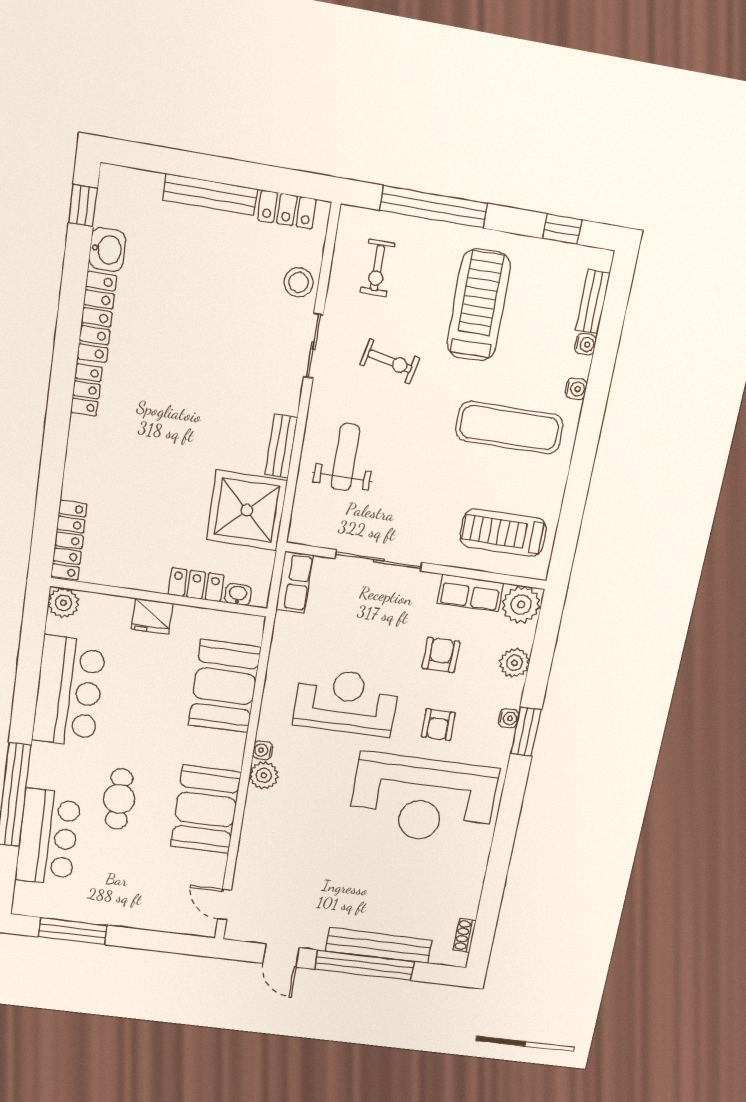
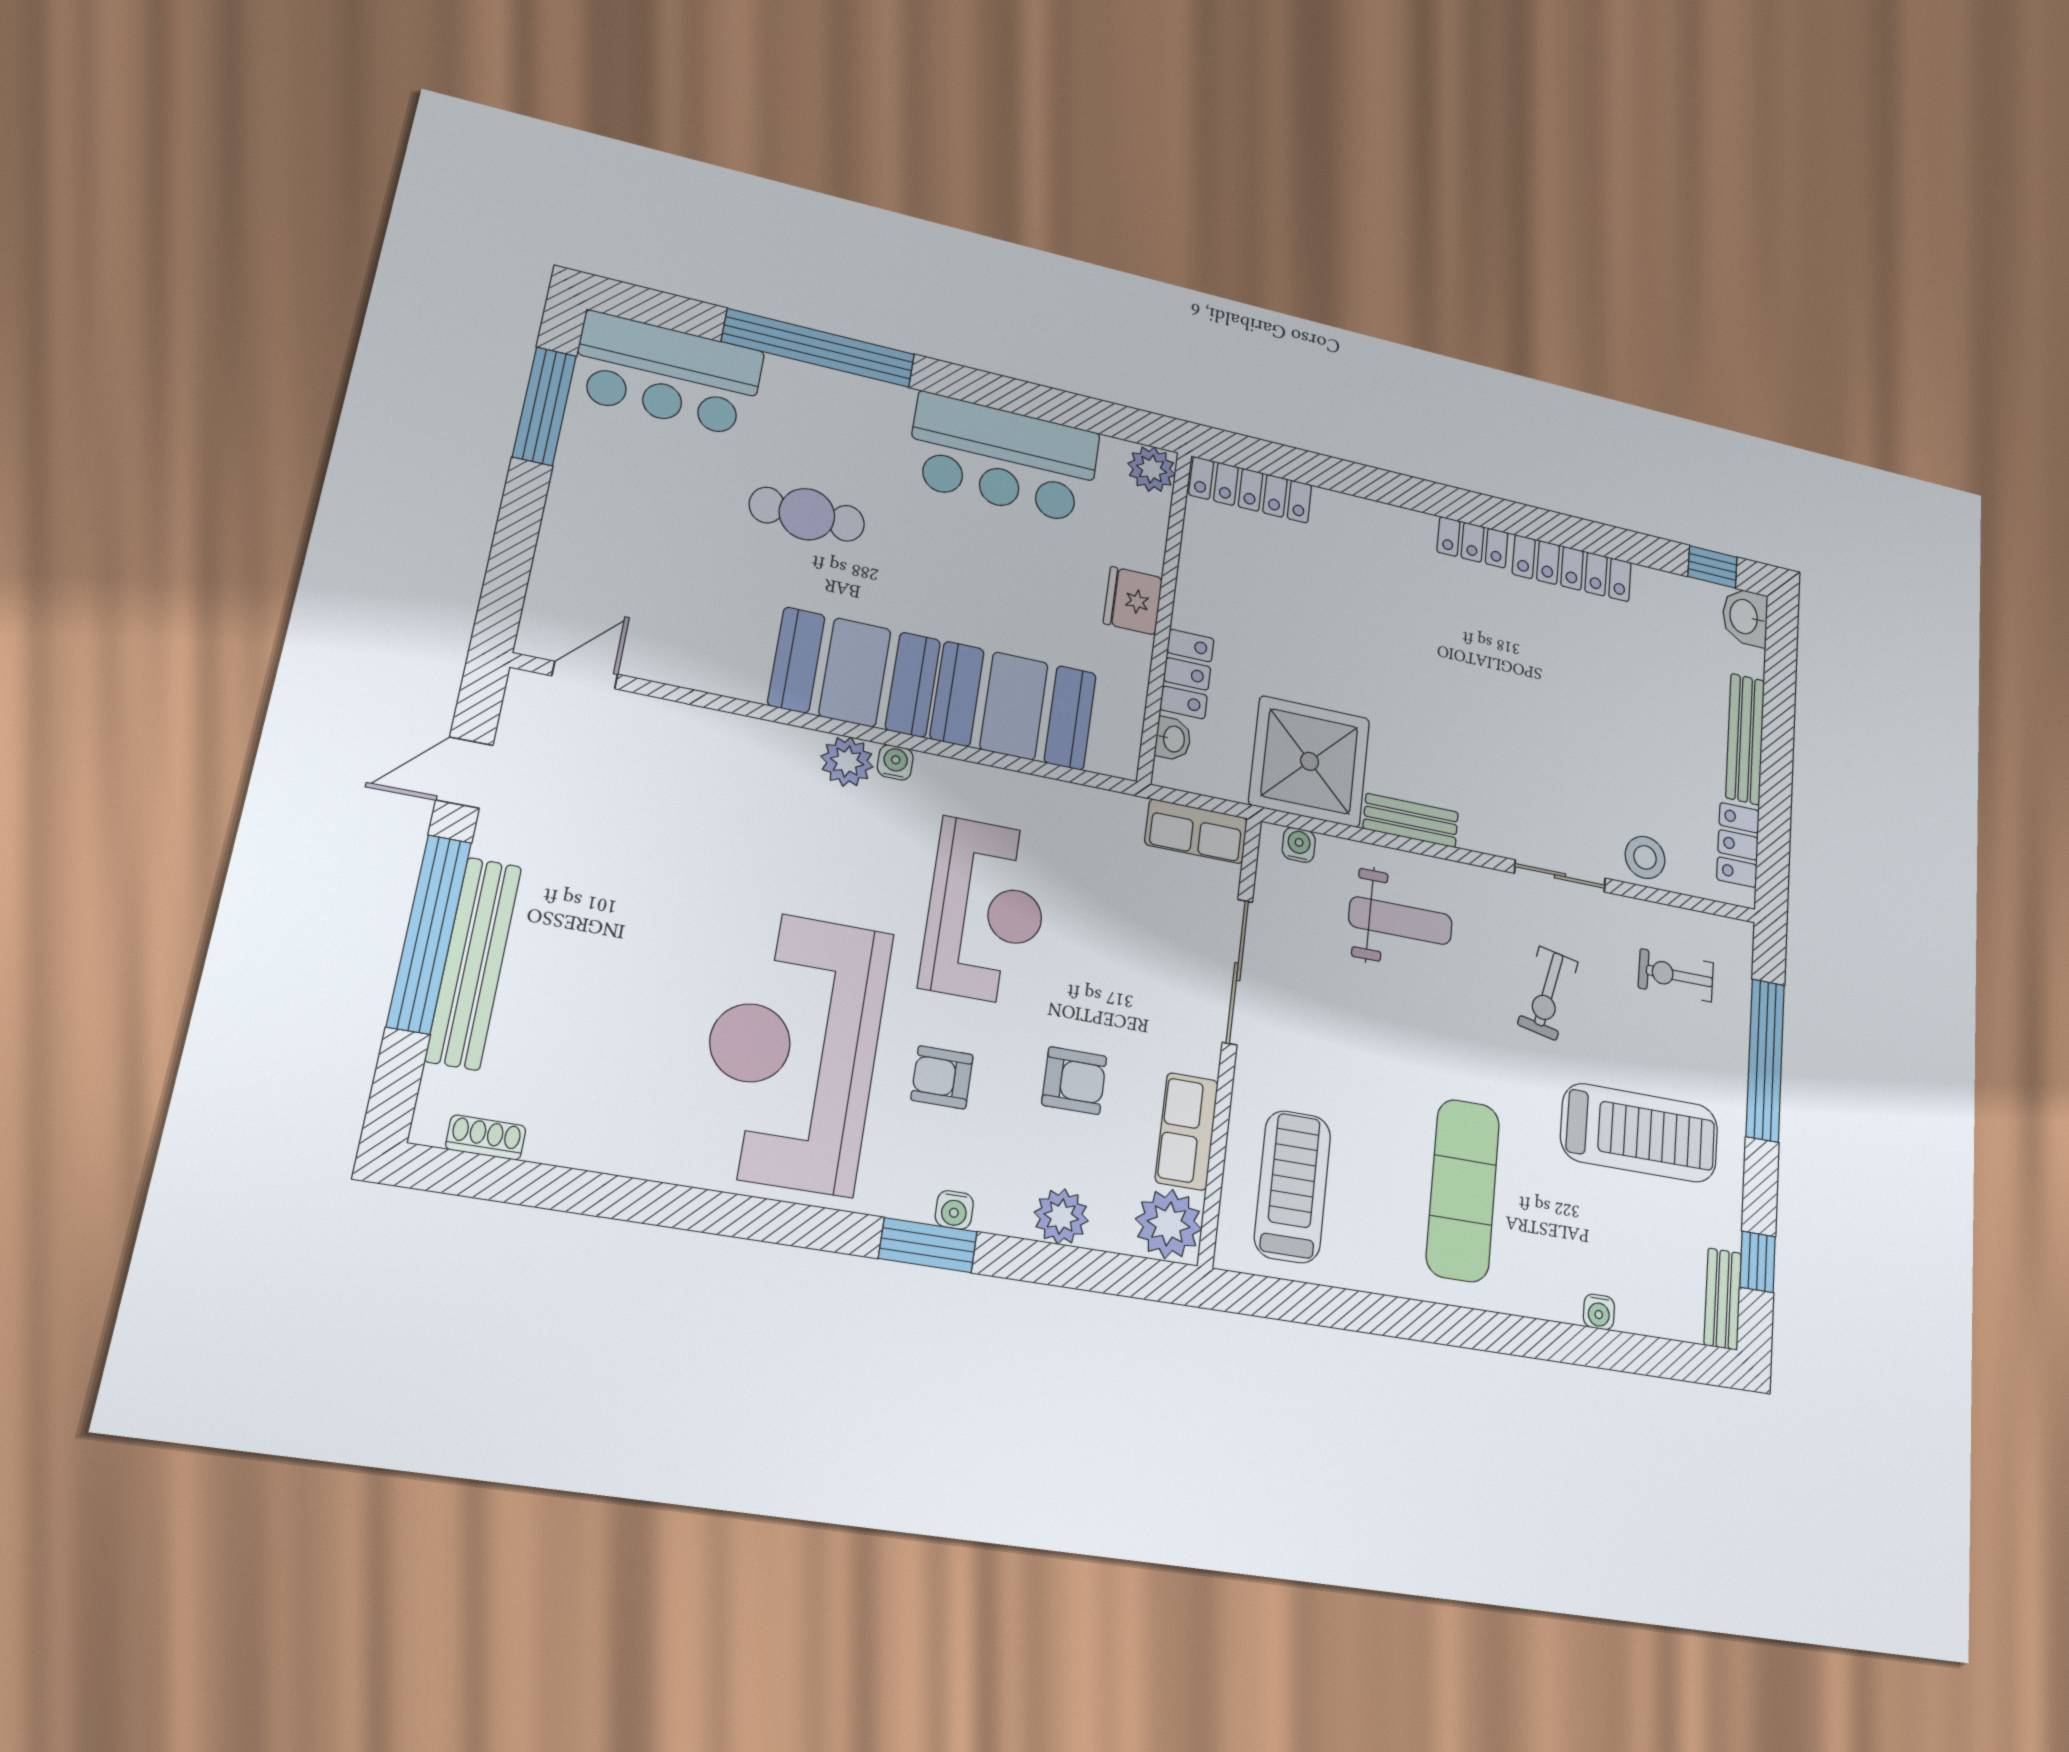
washbasin: (107, 250) -> (1745, 617), moved, turned 90
bench: (593, 301) -> (1723, 1299), moved, turned 90
water cooler: (576, 389) -> (1299, 845), moved, turned 180
booth: (206, 809) -> (855, 672), moved
bar counter: (48, 837) -> (668, 374), moved

